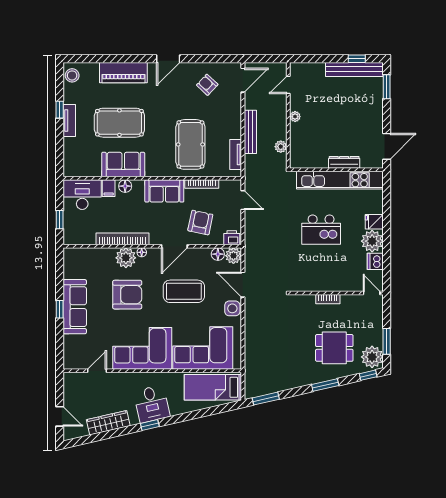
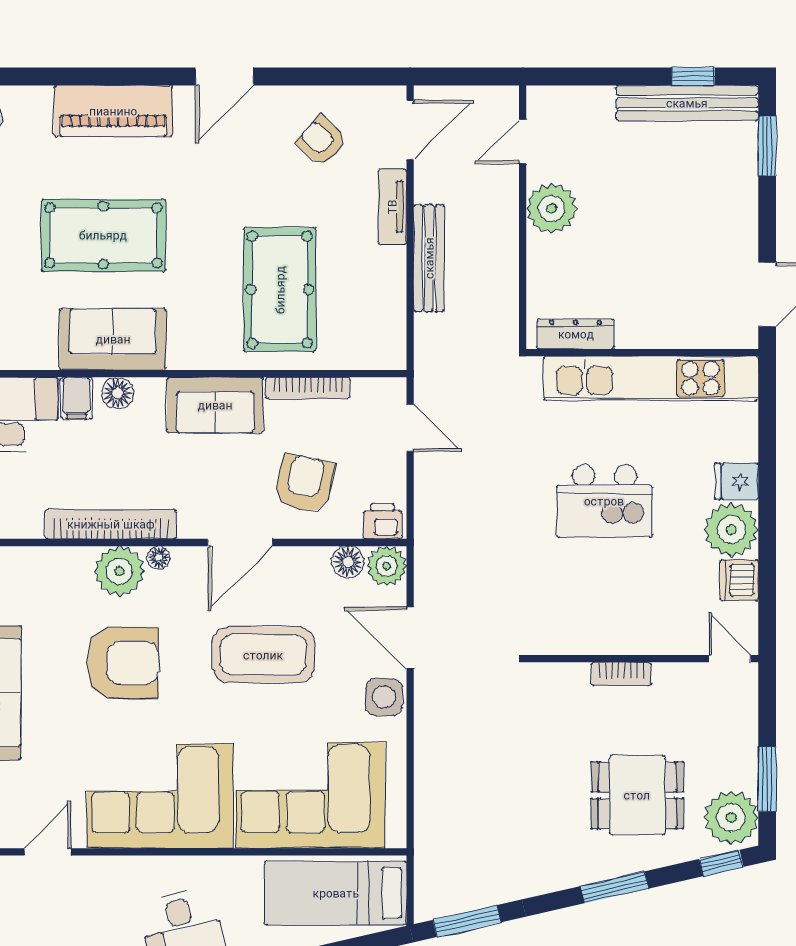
plant: (295, 117) -> (552, 208), width x1.88, depth x1.88
plant: (281, 147) -> (504, 295), removed
tv unit: (236, 155) -> (392, 207), moved
dresser: (344, 162) -> (576, 334), moved

